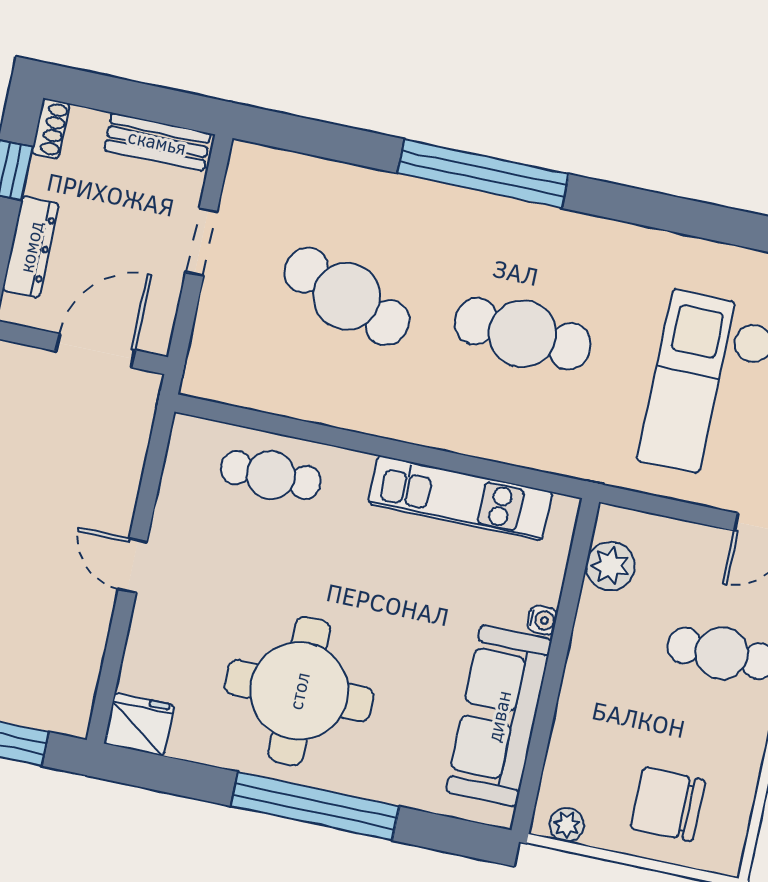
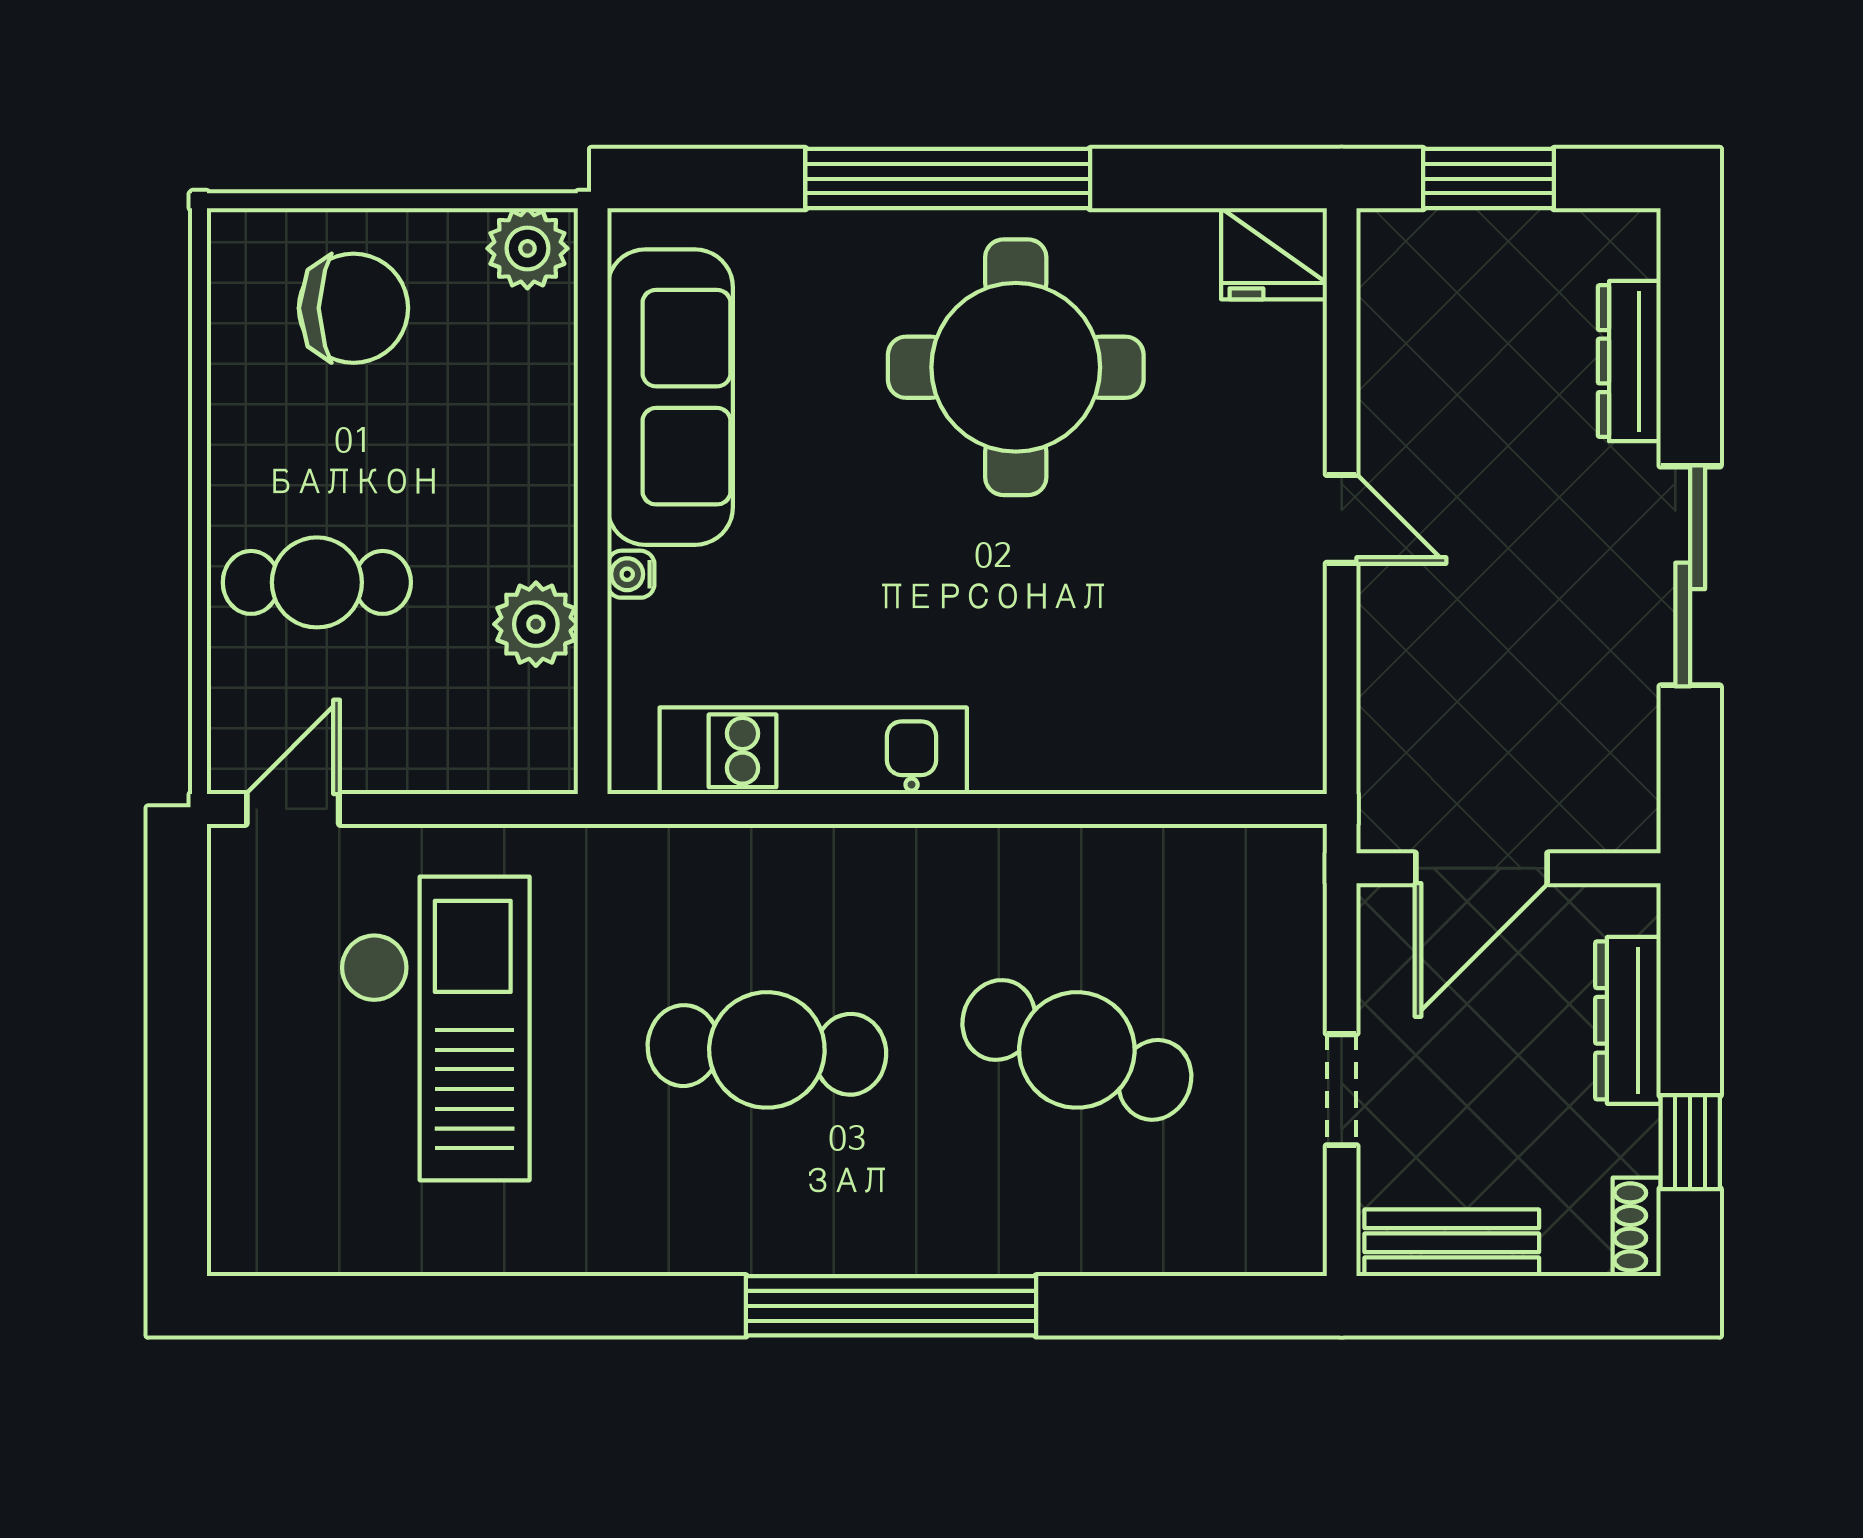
cafe table: (271, 475) -> (1141, 721), removed
plant: (610, 566) -> (536, 624), moved
plant: (567, 825) -> (527, 248), width x1.38, depth x1.38

